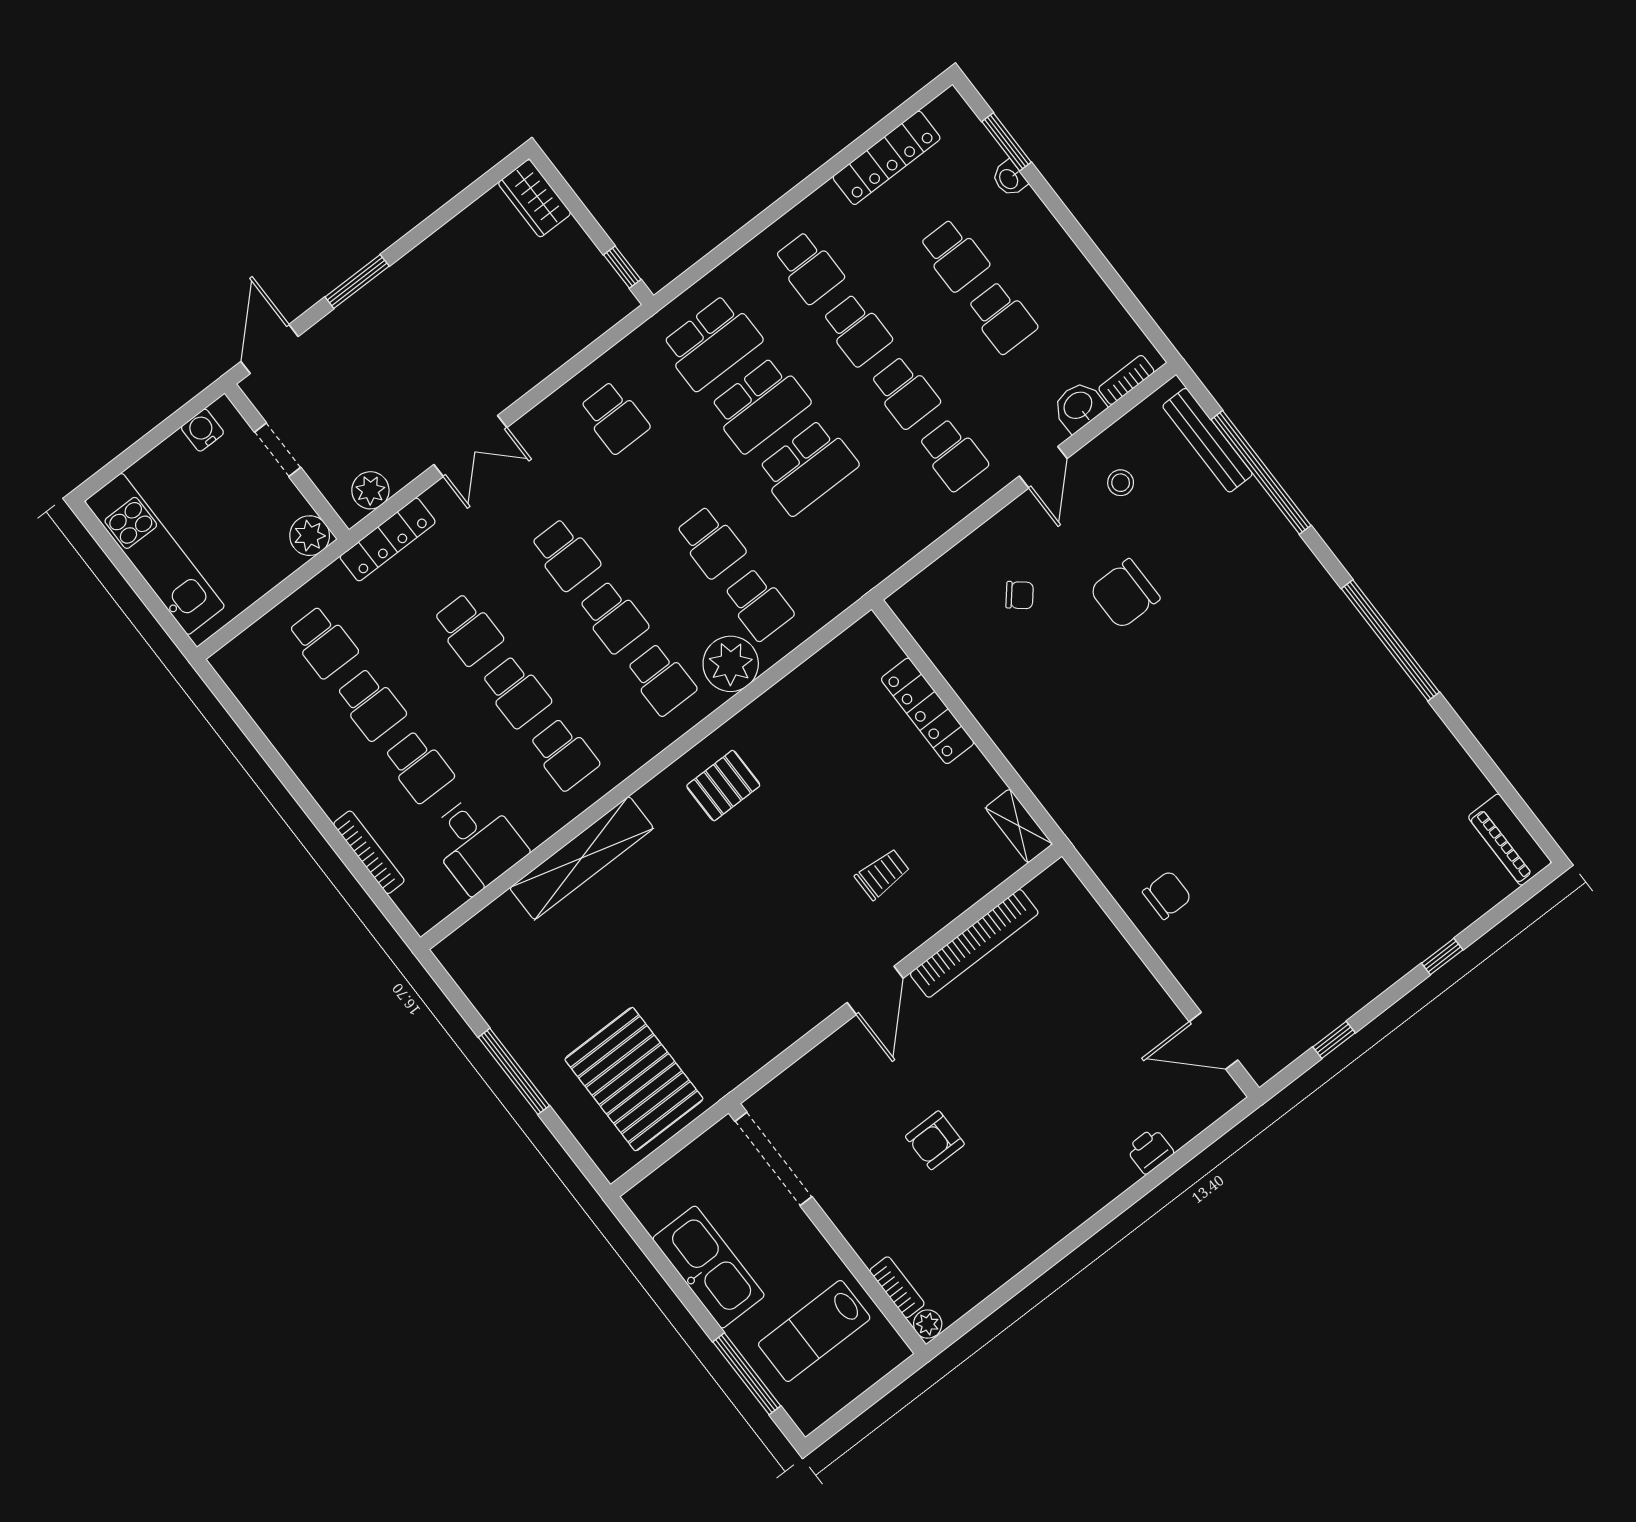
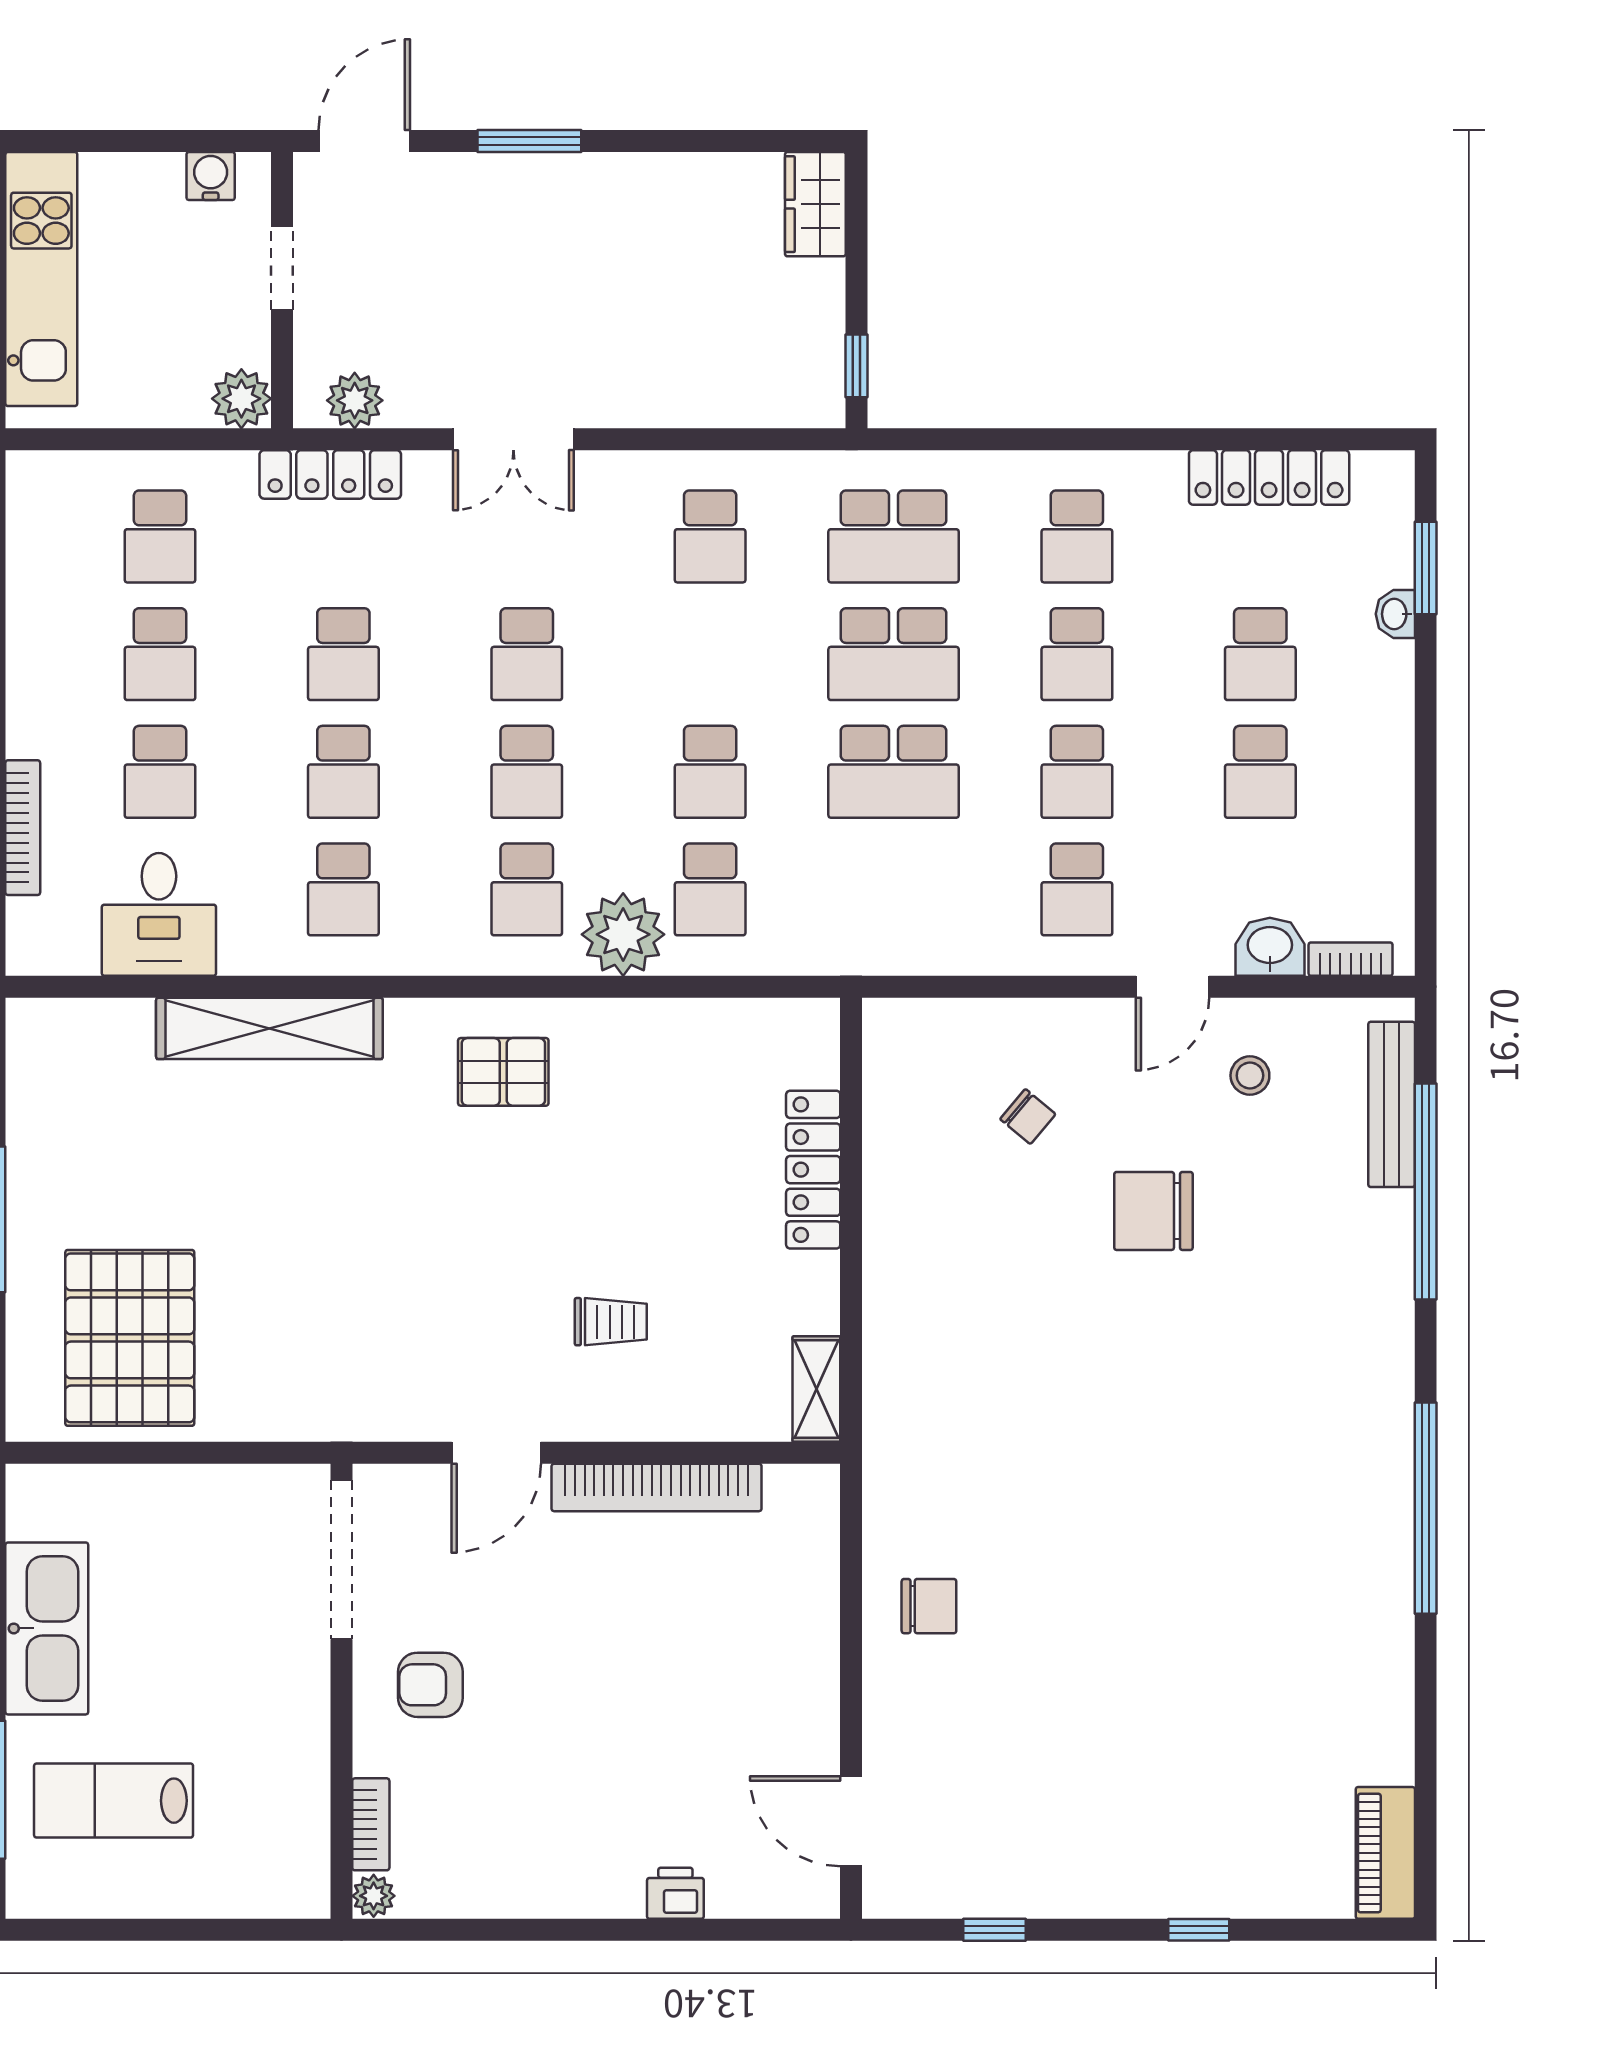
doorway: (773, 1159) -> (342, 1560), moved
wall: (827, 1229) -> (342, 1691), moved
bookcase: (897, 1287) -> (371, 1824), moved
plant: (928, 1324) -> (374, 1896), moved

